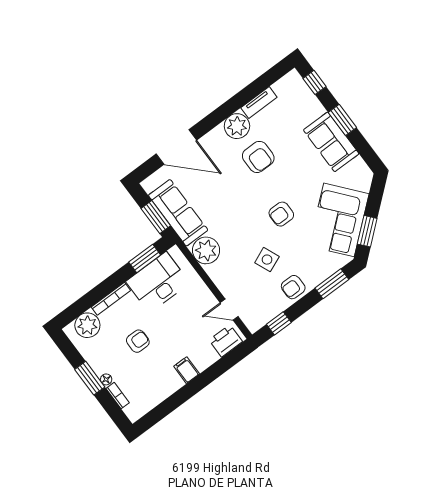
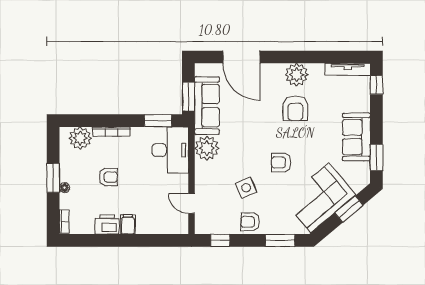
tv unit: (259, 103) -> (348, 69), moved, width x1.41
window: (342, 120) -> (376, 157), moved
window: (367, 231) -> (349, 209), moved
desk: (158, 282) -> (170, 150), moved, turned 90
printer: (226, 341) -> (107, 224), moved
bookcase: (118, 396) -> (64, 222), moved

